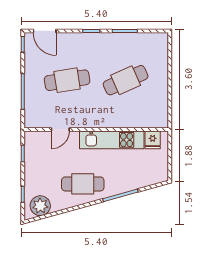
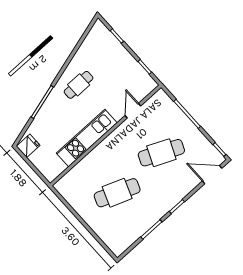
cafe table: (67, 80) -> (161, 153), turned 33
cafe table: (126, 80) -> (117, 193), turned 45
fridge: (153, 140) -> (28, 146), moved, turned 90
cafe table: (83, 184) -> (79, 85), width x0.73, depth x0.74
plant: (40, 206) -> (96, 39), removed

